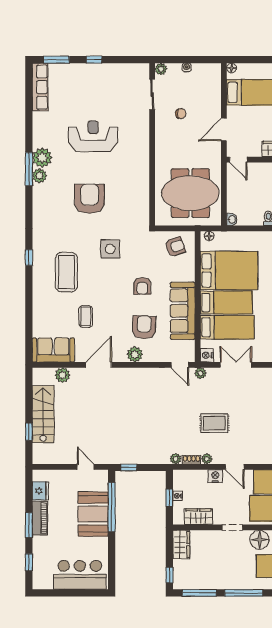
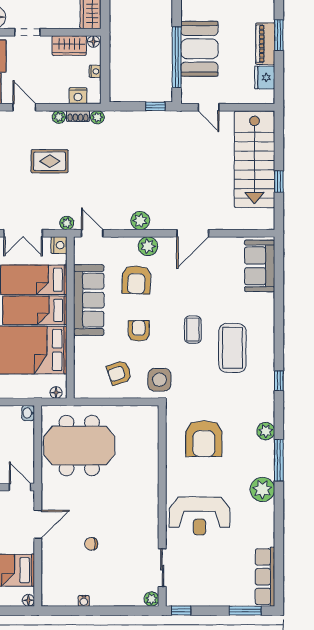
window: (94, 60) -> (181, 611), moved
plant: (161, 69) -> (151, 599), moved
sliding door: (152, 94) -> (162, 568), moved
wall: (152, 144) -> (162, 506), moved
window: (29, 169) -> (279, 460), moved
plant: (39, 176) -> (266, 431), moved
armchair: (175, 247) -> (119, 373), moved
side table: (110, 249) -> (159, 380), moved
window: (29, 258) -> (279, 381), moved
coffee table: (86, 316) -> (193, 330), moved
sofa: (53, 350) -> (260, 266), moved, turned 90
plant: (62, 375) -> (140, 221), moved
stairs: (43, 414) -> (254, 159), width x1.36, depth x1.51
window: (29, 432) -> (279, 182), moved
nightstand: (215, 476) -> (78, 96), moved
window: (169, 498) -> (105, 69), removed
floor lamp: (179, 520) -> (93, 41), added

